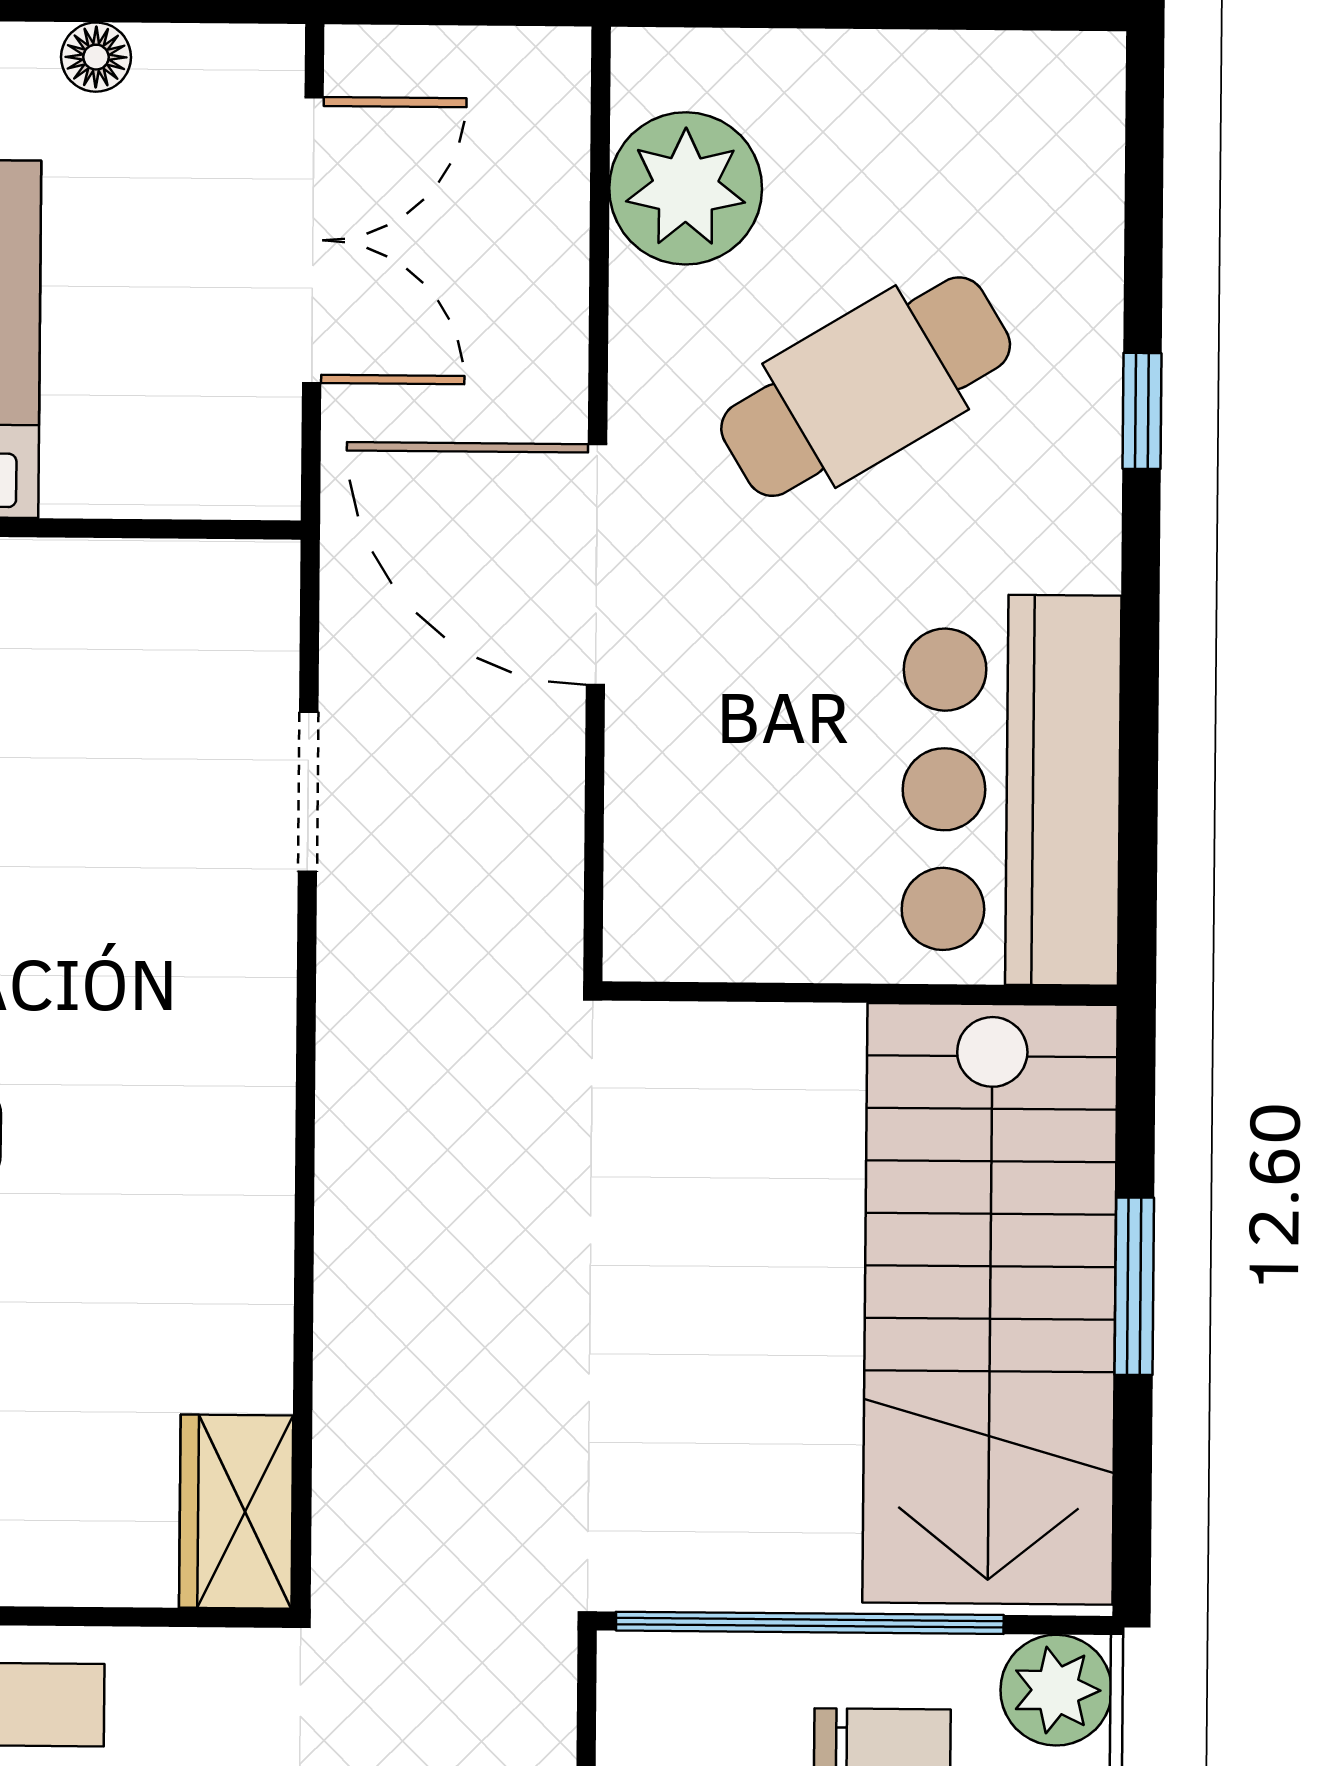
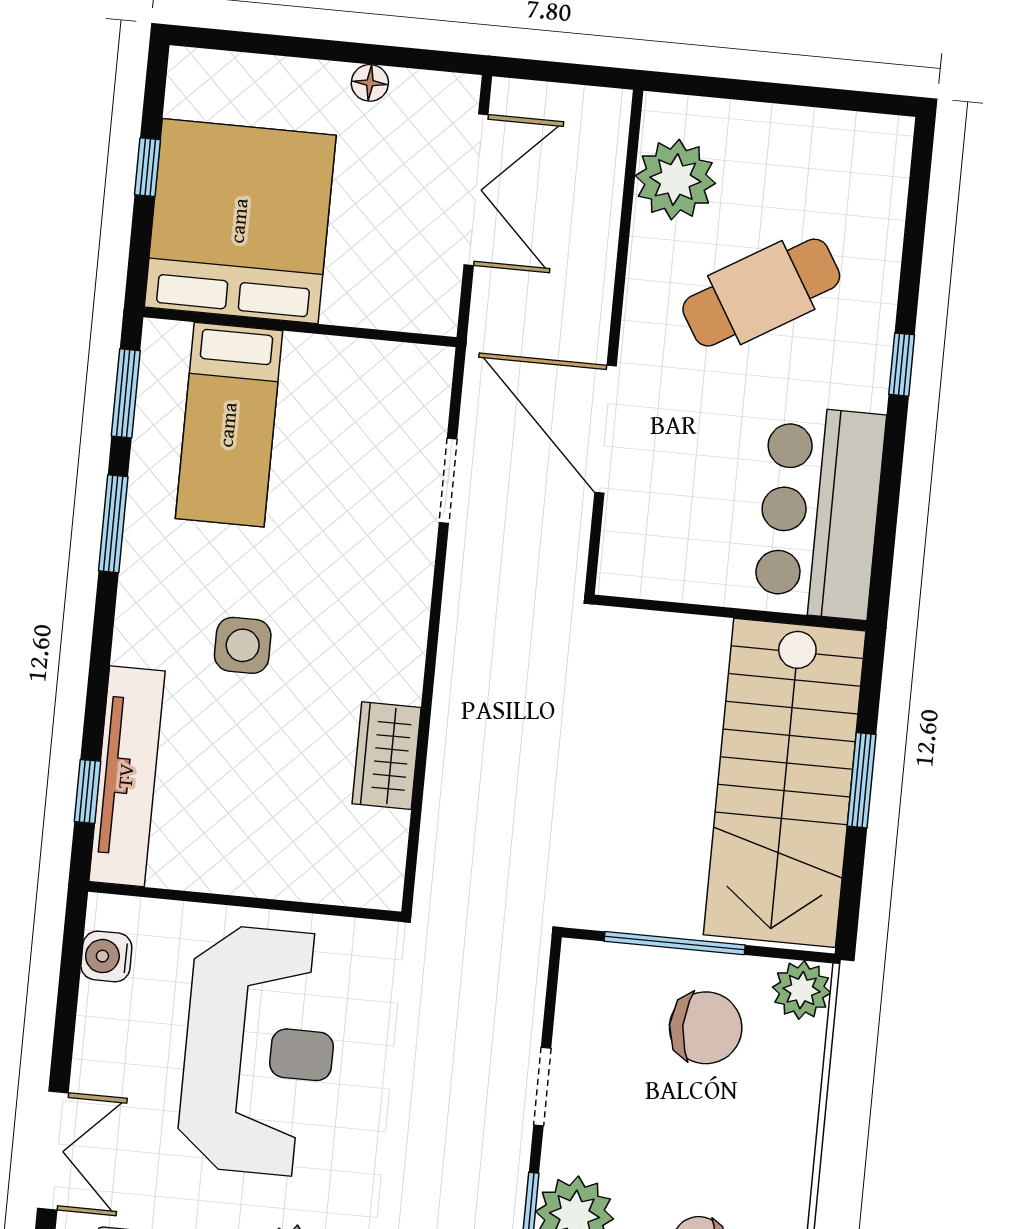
window: (1142, 411) -> (902, 365), moved
door: (596, 565) -> (606, 429), moved
wardrobe: (236, 1512) -> (387, 756), moved
window: (810, 1623) -> (675, 943), width x0.68

